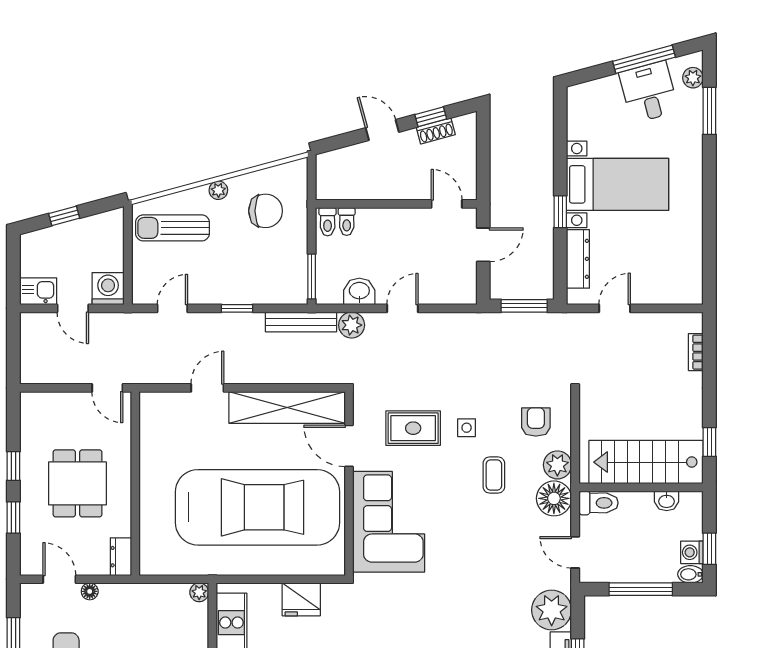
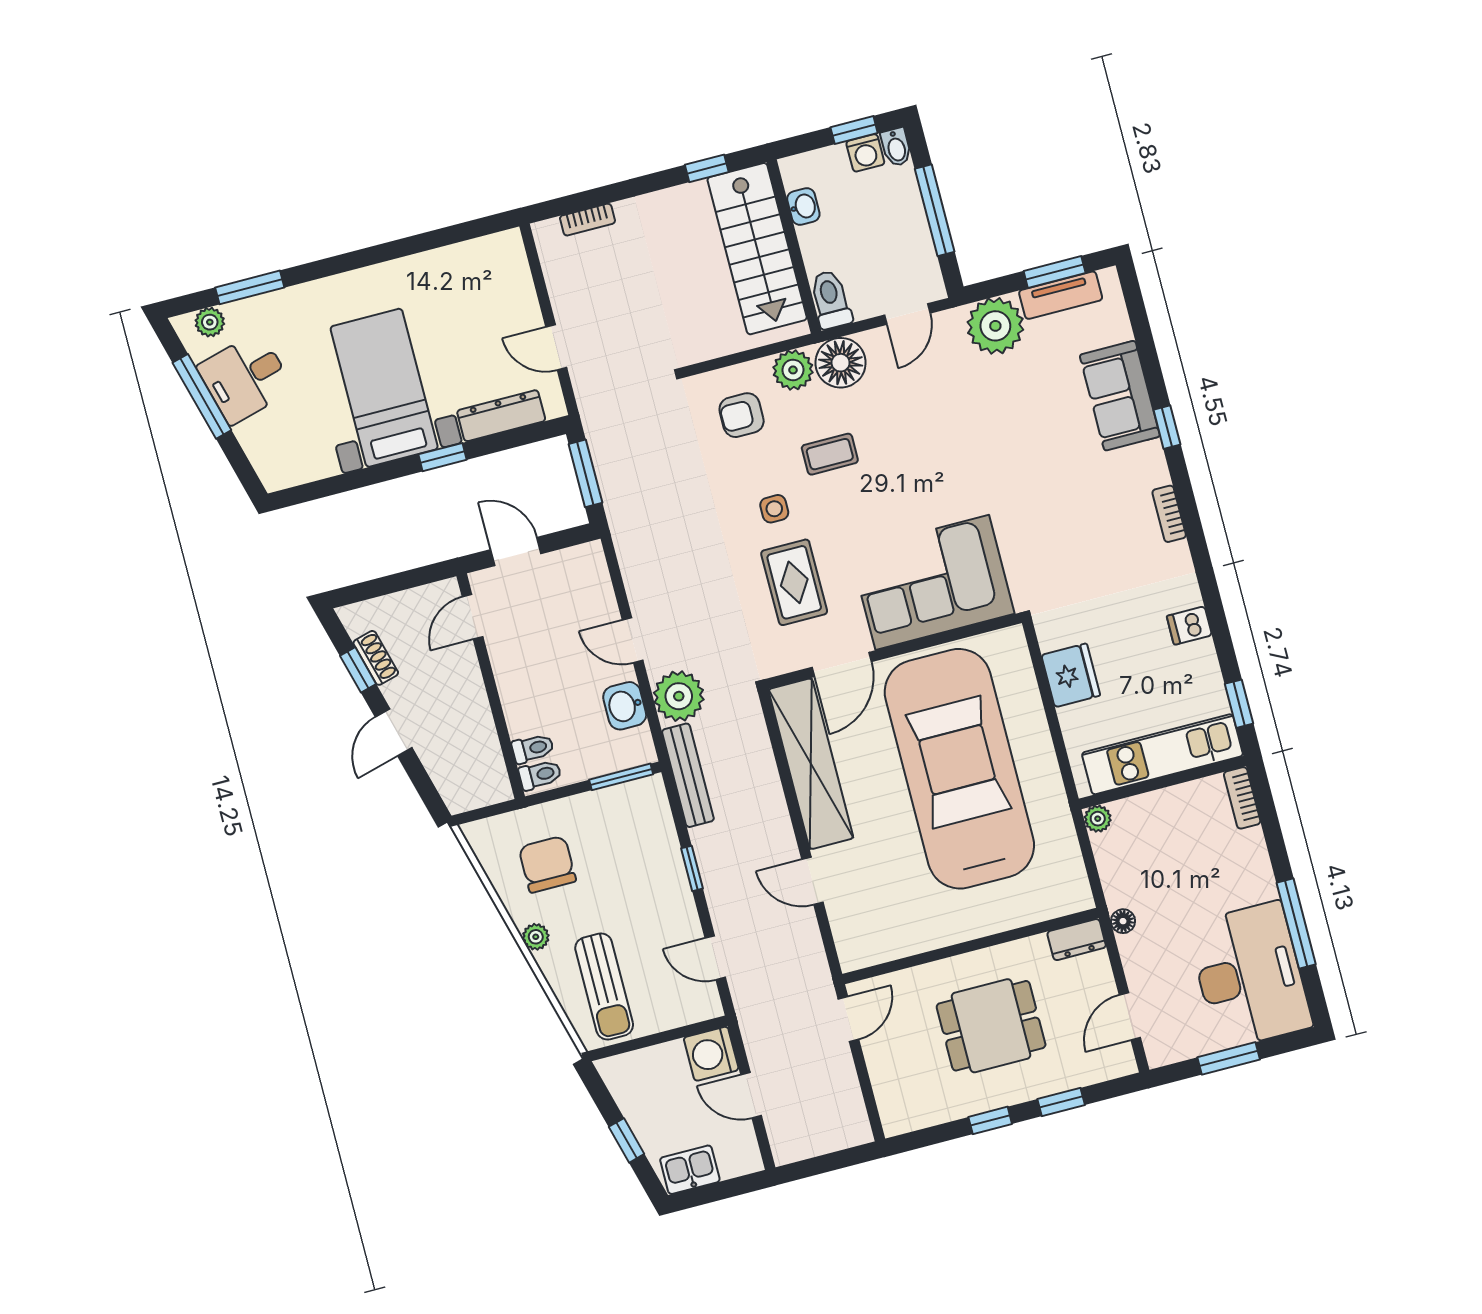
kitchen sink: (38, 291) -> (690, 1170), moved, turned 90
door: (73, 308) -> (751, 1095), swing flipped
plant: (352, 325) -> (679, 696), width x1.36, depth x1.36
floor lamp: (90, 591) -> (1123, 921), moved

